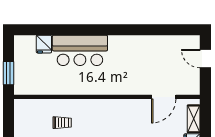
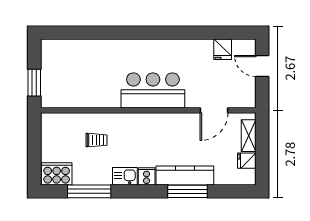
fridge: (44, 44) -> (223, 49), moved
bar counter: (80, 50) -> (153, 90), moved, turned 180

